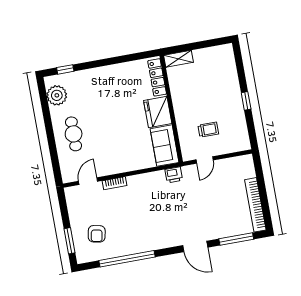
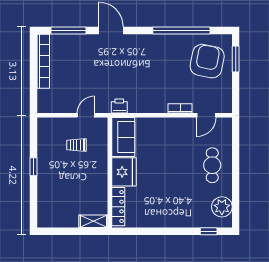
armchair: (97, 234) -> (207, 61), width x1.88, depth x1.88

